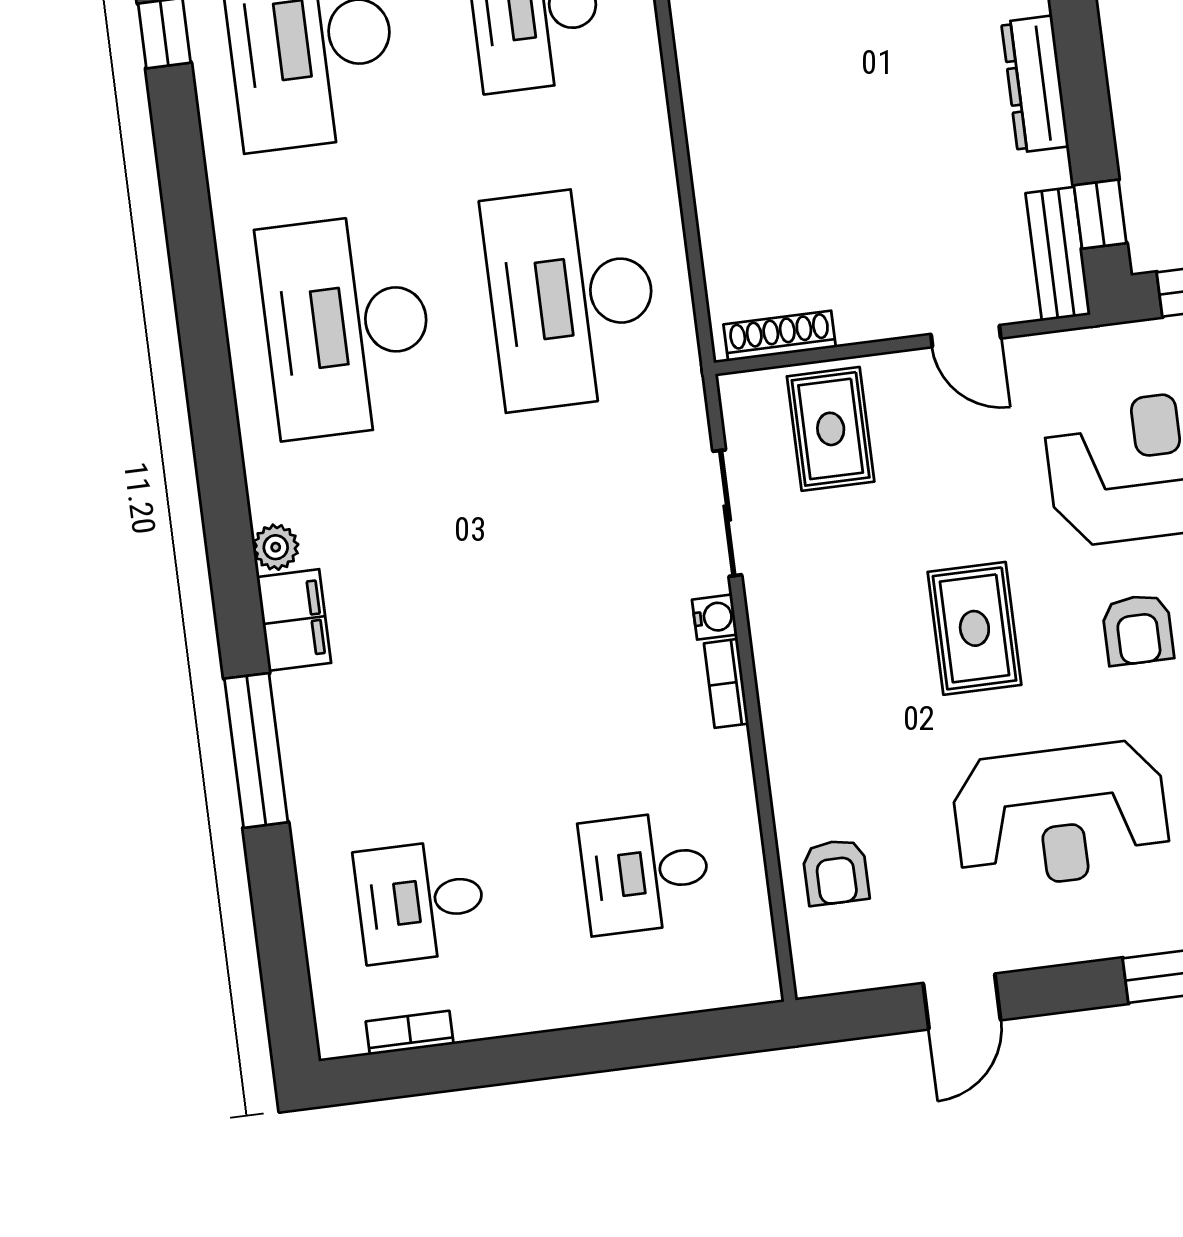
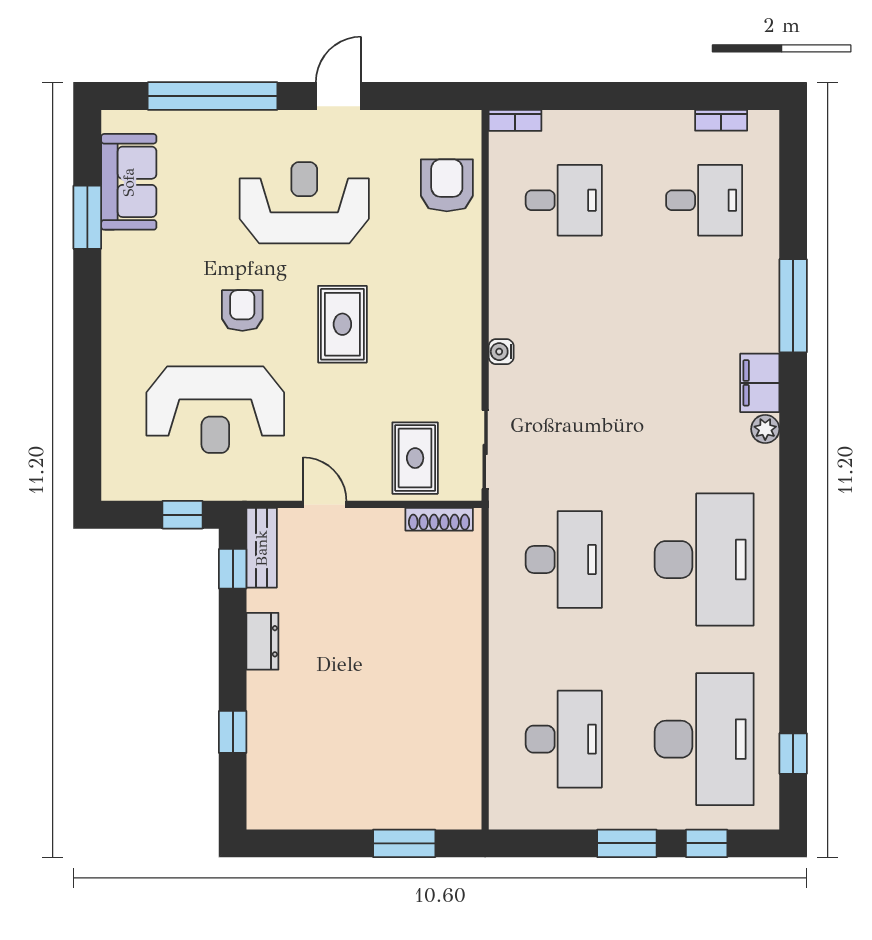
dresser: (1035, 84) -> (262, 641), width x0.70
desk: (572, 297) -> (564, 560), width x0.73, depth x0.77
sliding door: (727, 513) -> (485, 449), moved
bookcase: (726, 683) -> (515, 120), moved, turned 90
armchair: (836, 872) -> (447, 185), width x1.38, depth x1.38
door: (962, 1002) -> (339, 96), moved

